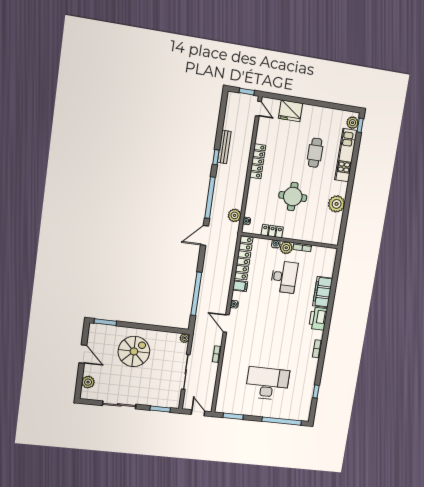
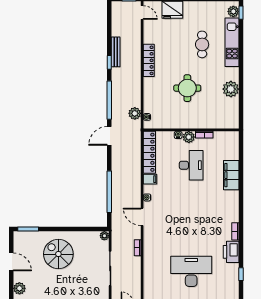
locker: (272, 231) -> (173, 123), removed
printer: (318, 319) -> (231, 252), moved
spiral stairs: (134, 351) -> (58, 254), turned -90

